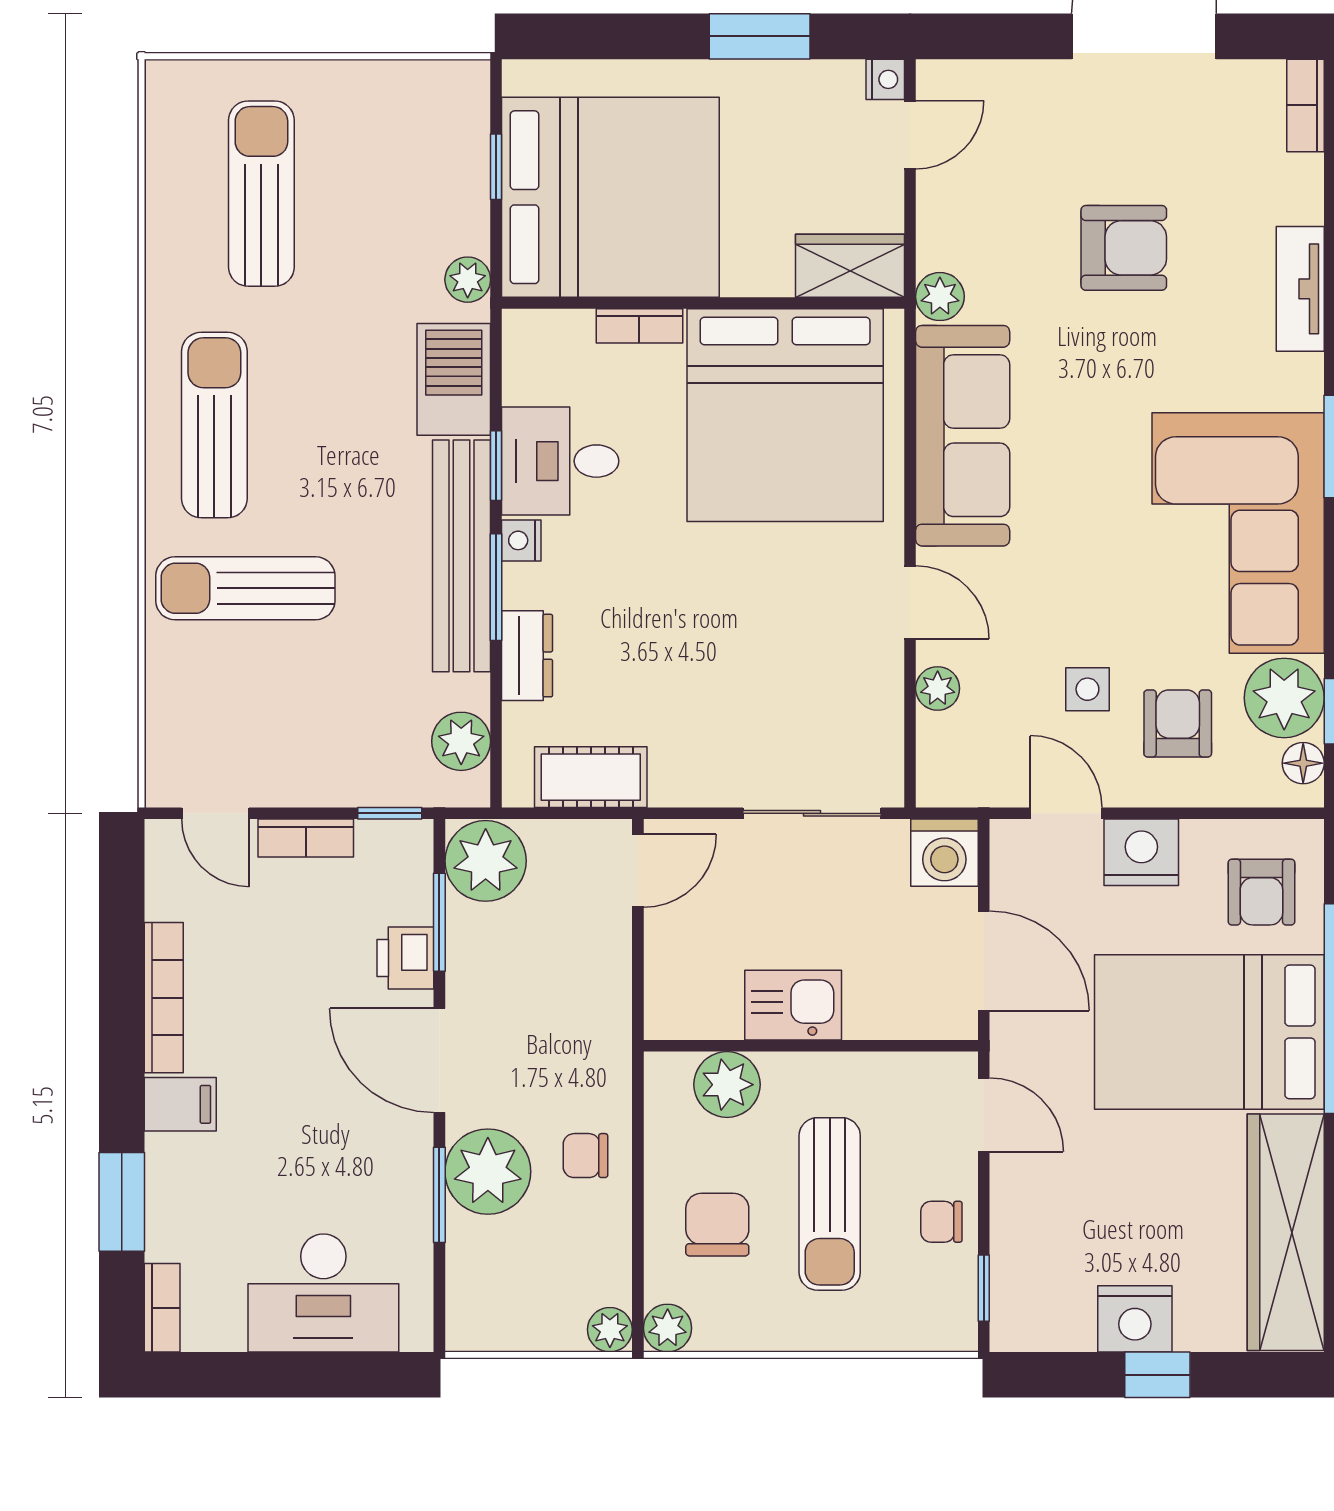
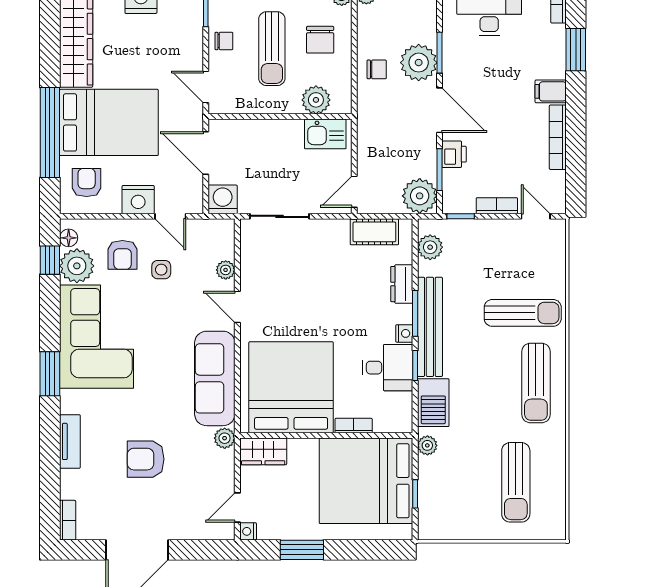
kitchen sink: (793, 1005) -> (325, 134), moved
sun lounger: (830, 1204) -> (272, 49), turned 180

